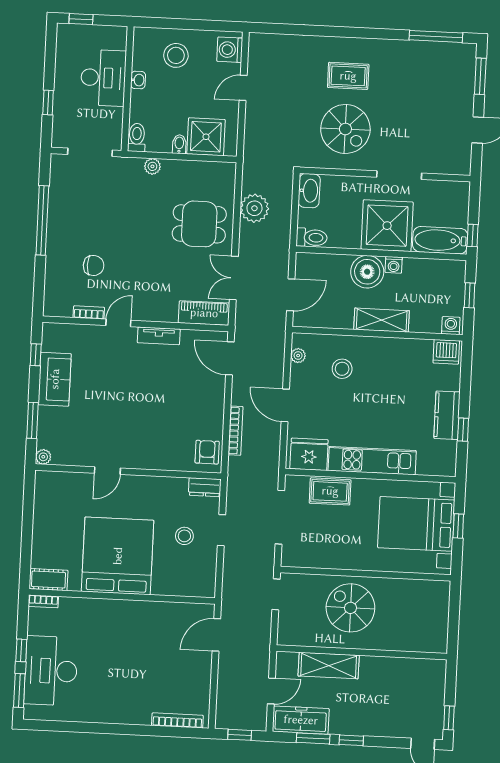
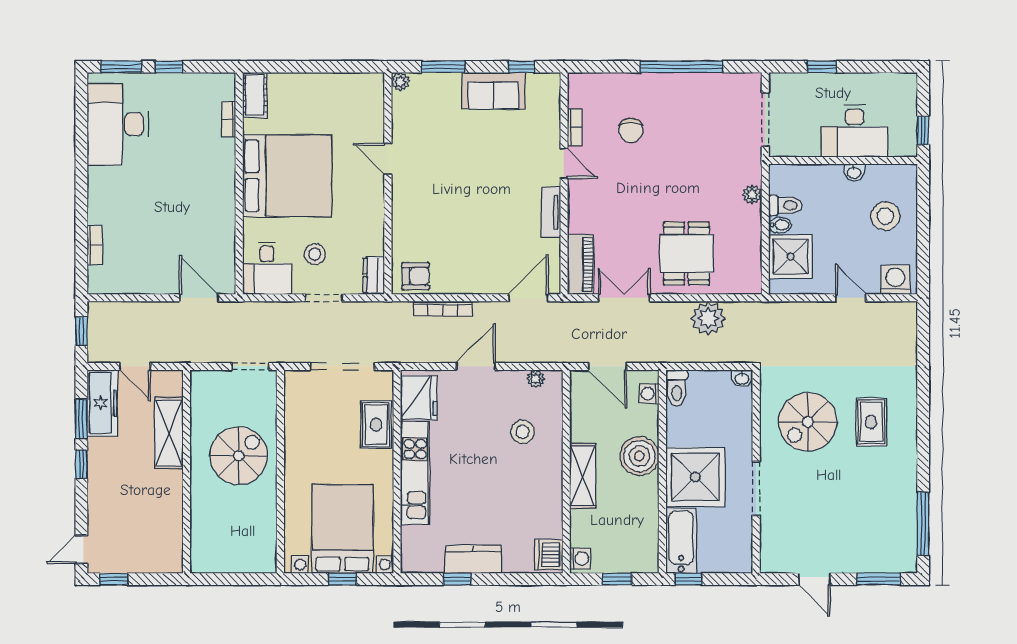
window: (81, 19) -> (923, 130), moved
toilet: (137, 137) -> (786, 205), moved
washbasin: (309, 191) -> (742, 378), width x0.52, depth x0.69
washing machine: (394, 265) -> (649, 394), moved
desk: (194, 577) -> (267, 268), added
bookcase: (43, 601) -> (229, 119), moved
desk: (51, 671) -> (118, 124), moved, turned -90
bookcase: (177, 720) -> (95, 246), width x0.64

